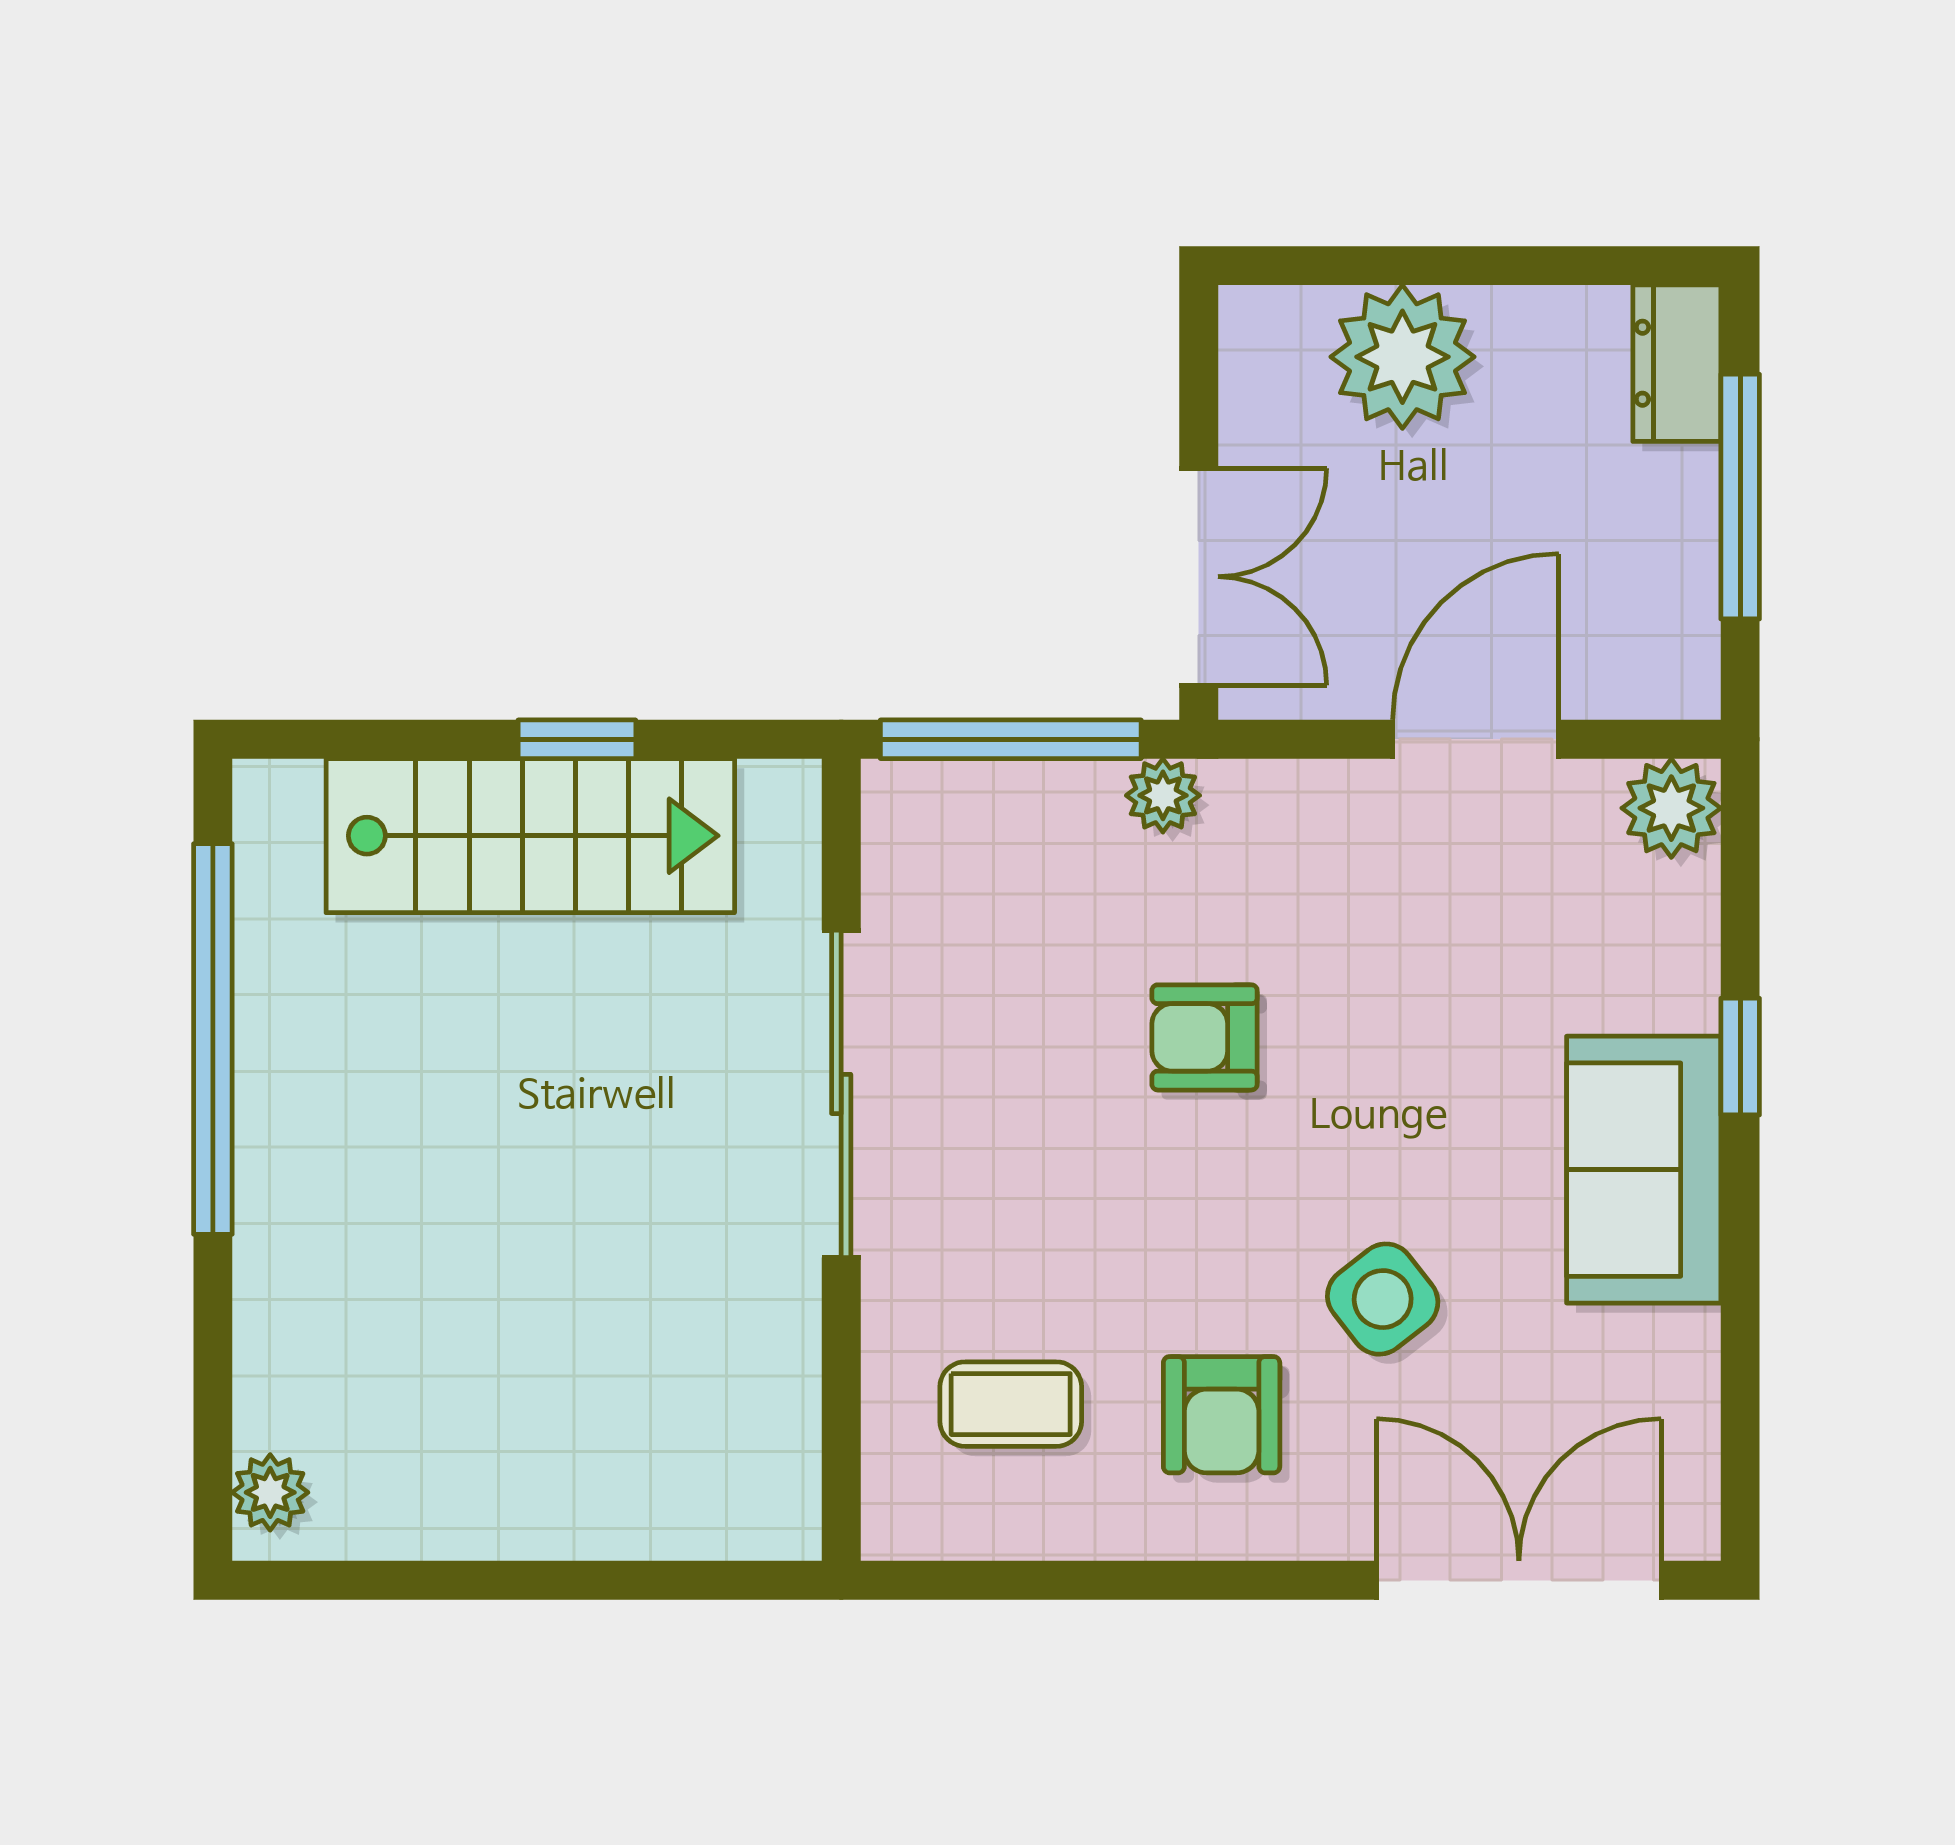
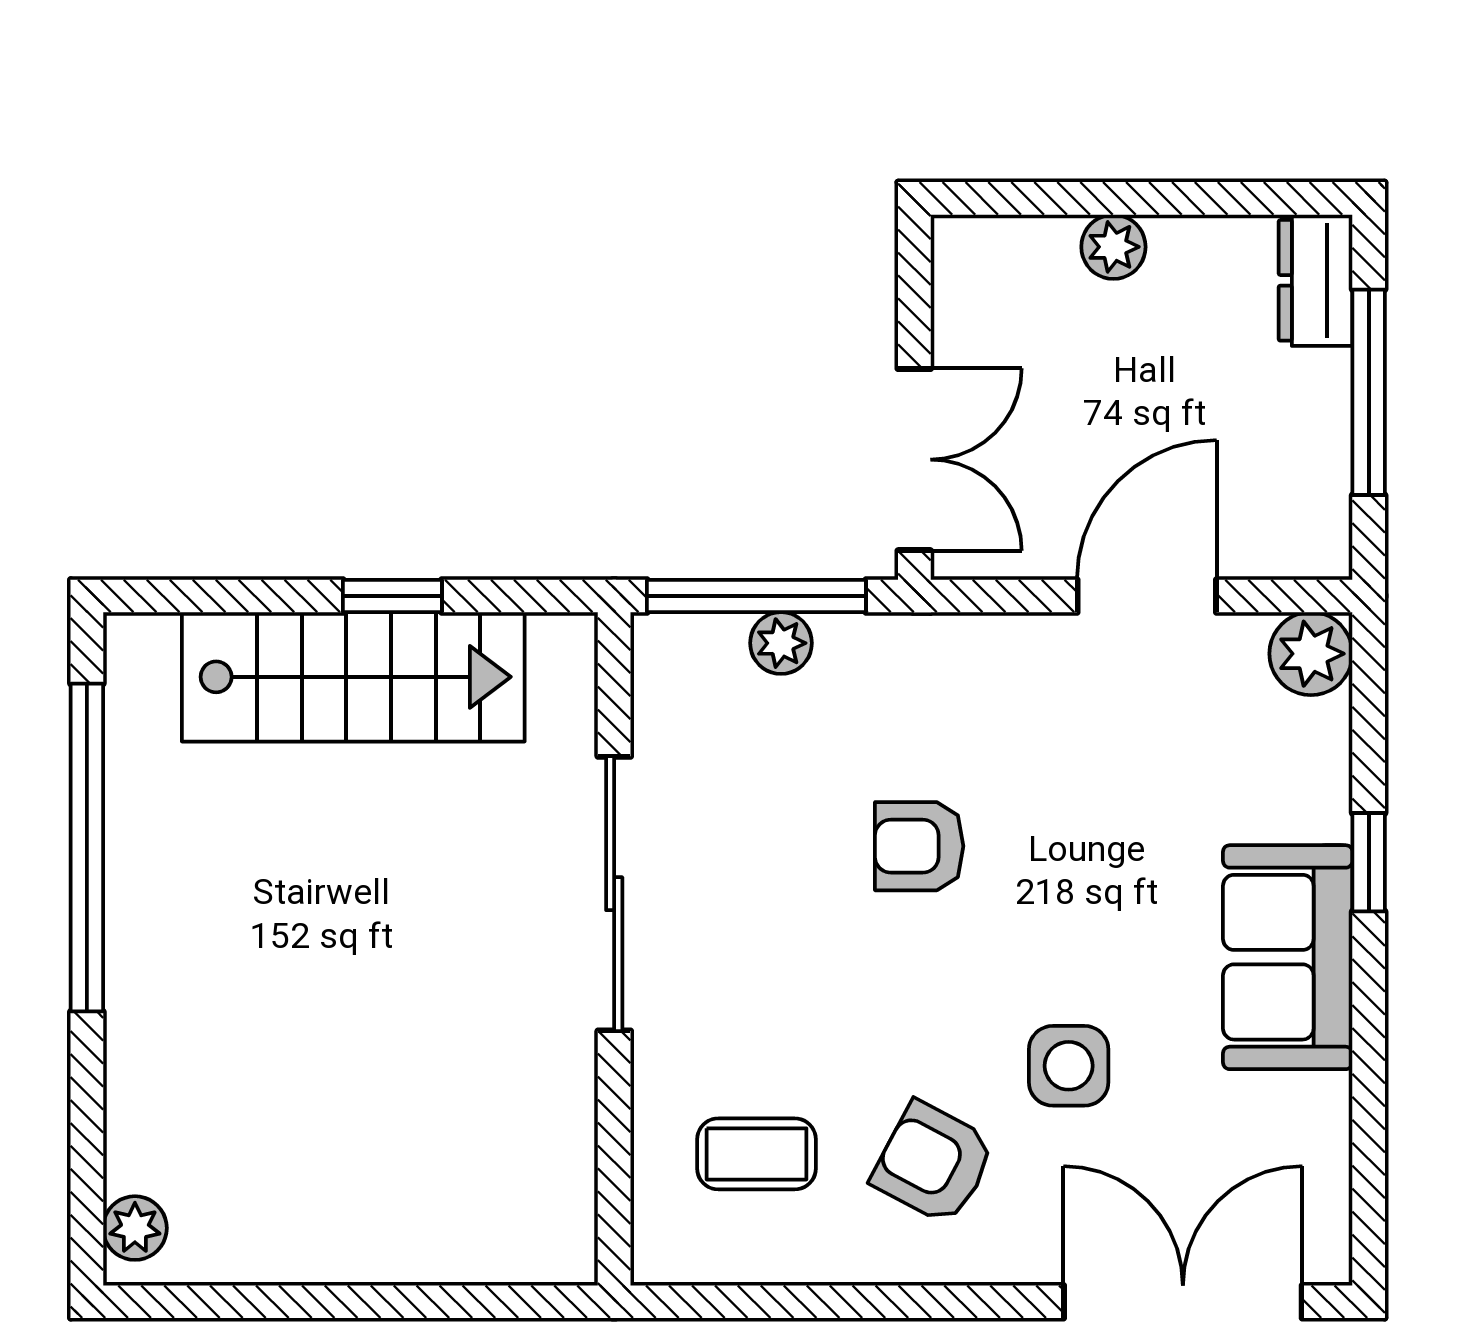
plant: (1402, 357) -> (1113, 247), width x0.53, depth x0.53
plant: (1163, 795) -> (781, 643), moved
side table: (1383, 1299) -> (1069, 1066), turned 38
armchair: (1222, 1415) -> (933, 1163), turned 118

